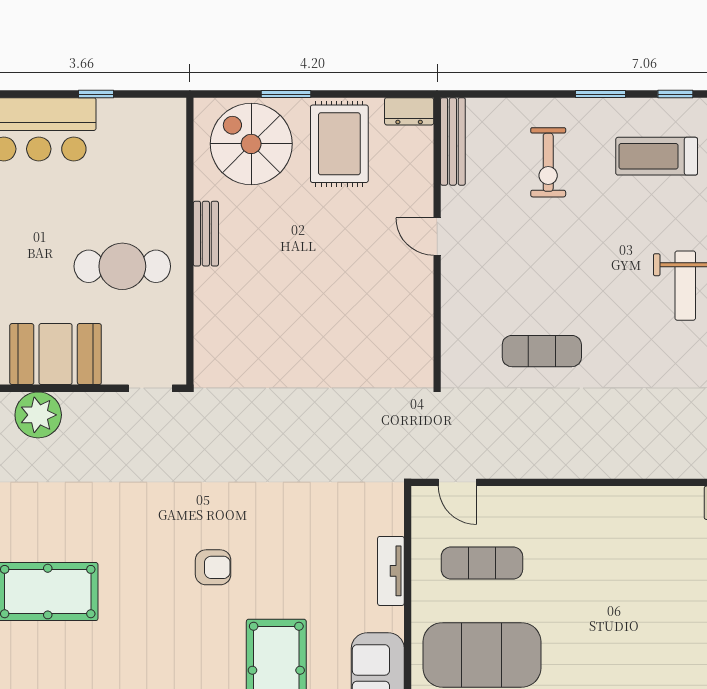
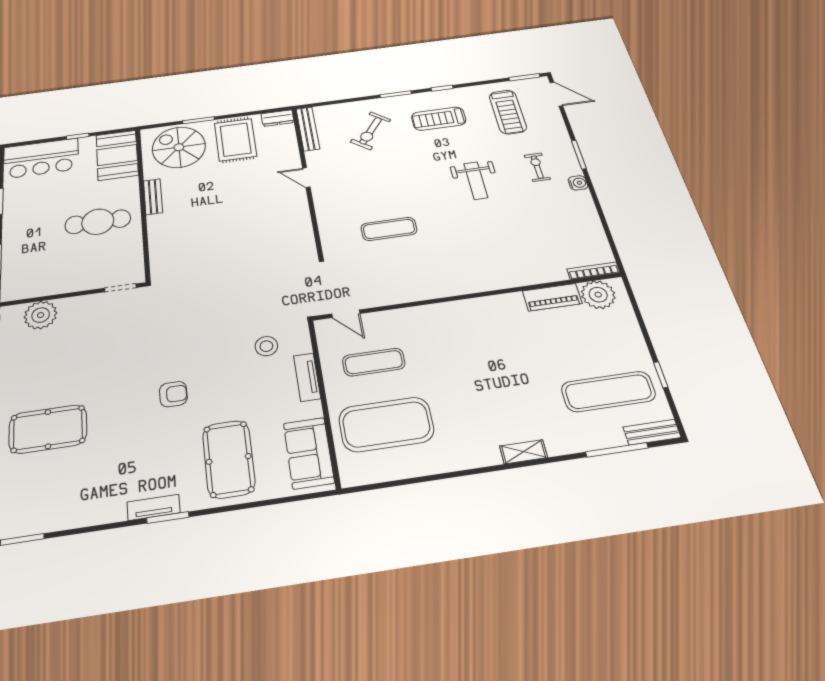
exercise bike: (548, 162) -> (371, 131), turned 37
booth: (56, 354) -> (117, 155), moved, turned 90
stool: (343, 515) -> (266, 346), added

